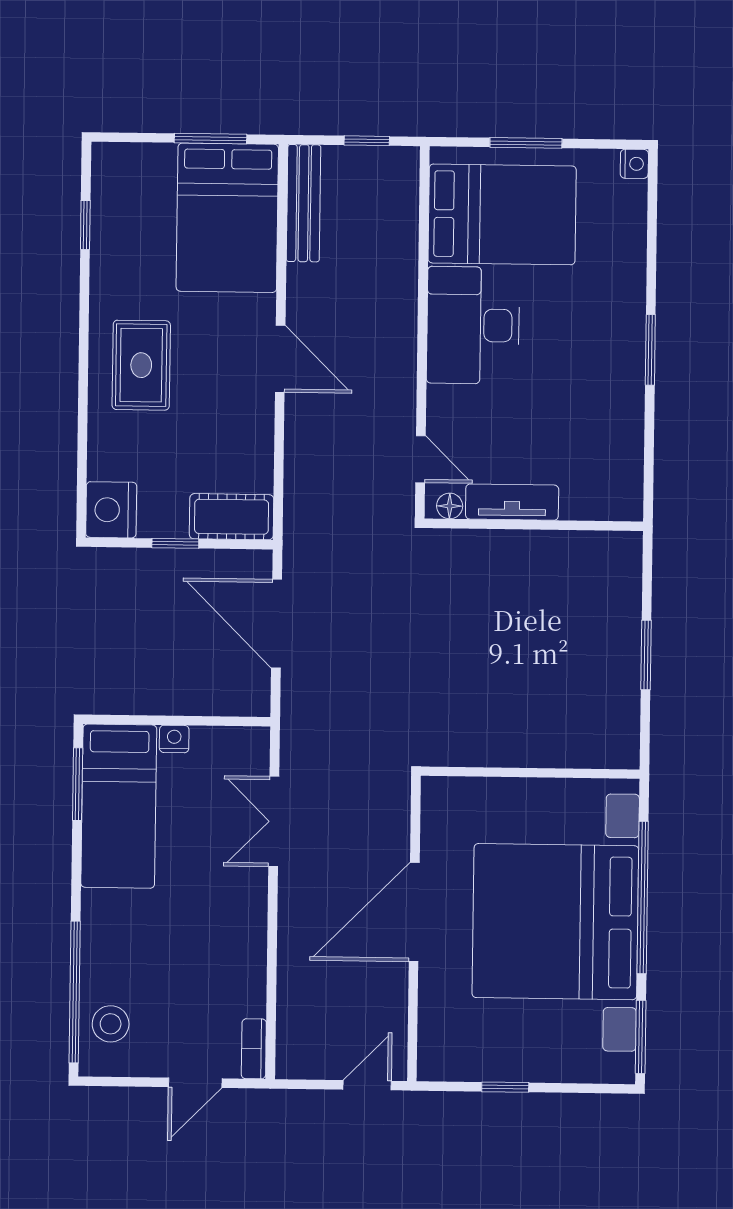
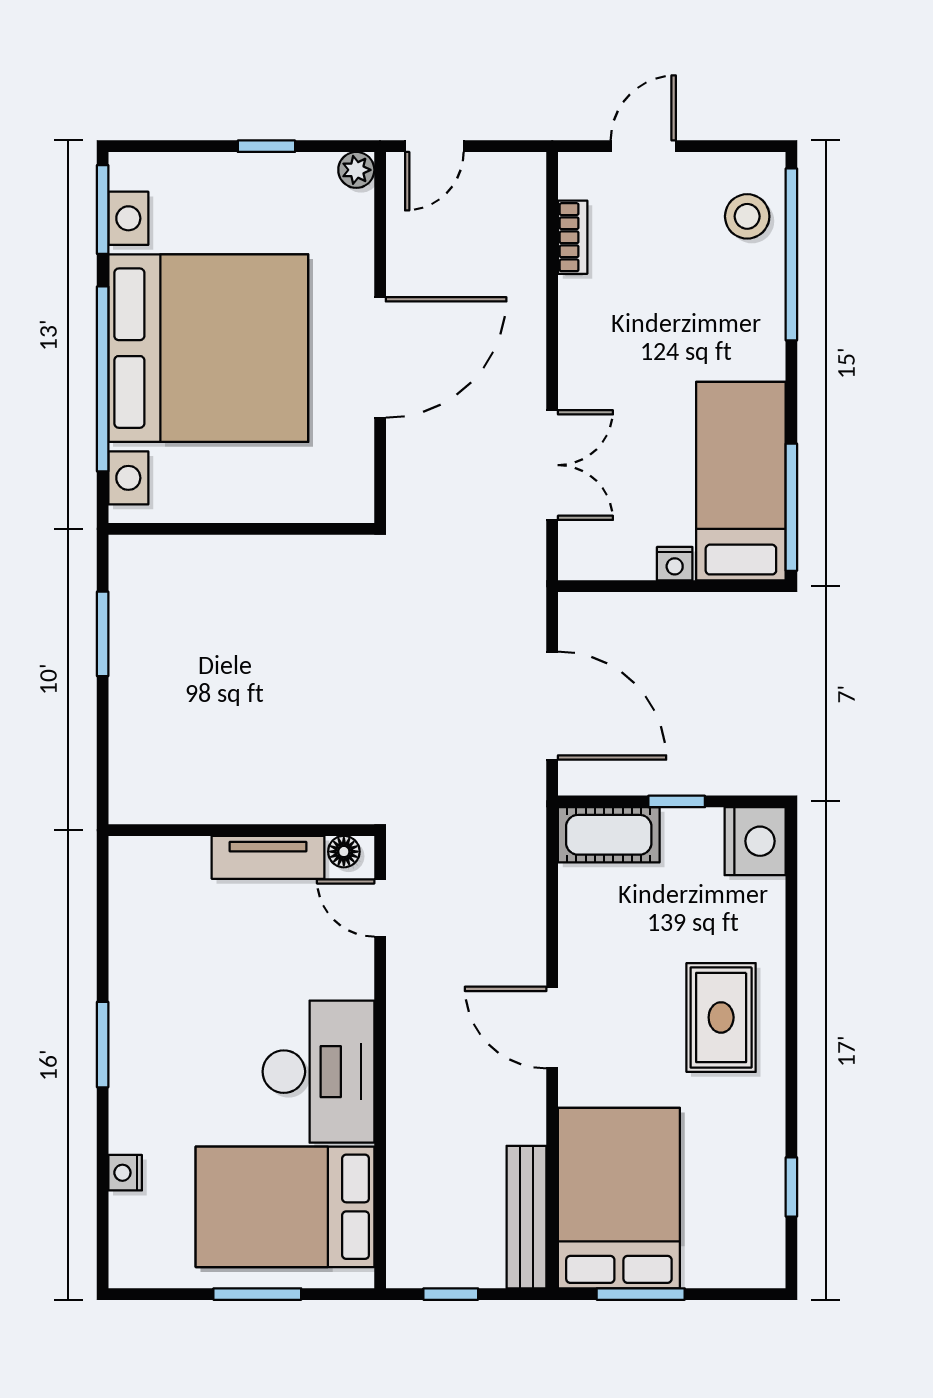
nightstand: (634, 164) -> (125, 1173), moved
window: (646, 655) -> (103, 634), moved
window: (78, 784) -> (791, 507), width x1.44
bookcase: (254, 1049) -> (573, 237), moved
plant: (432, 1067) -> (356, 170), added

